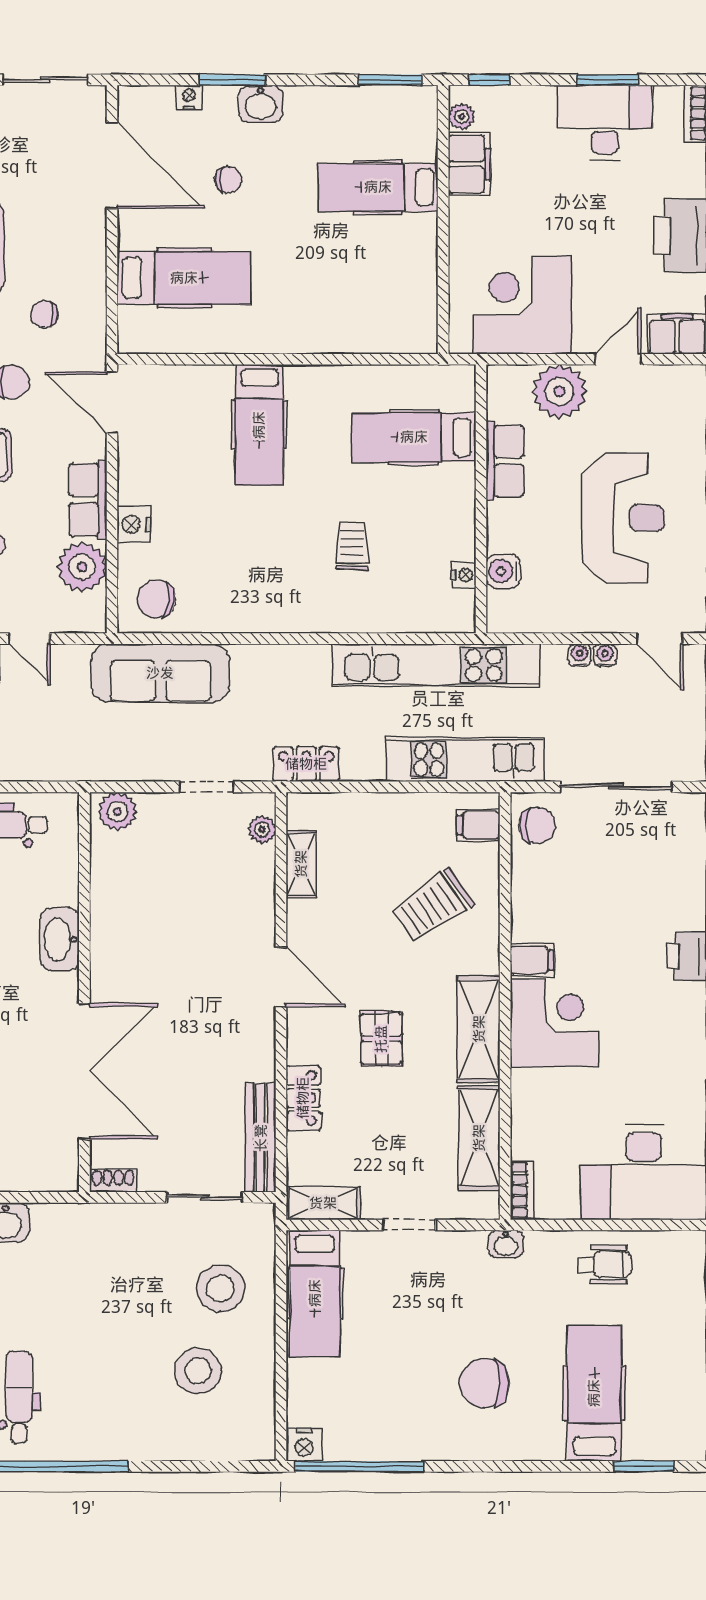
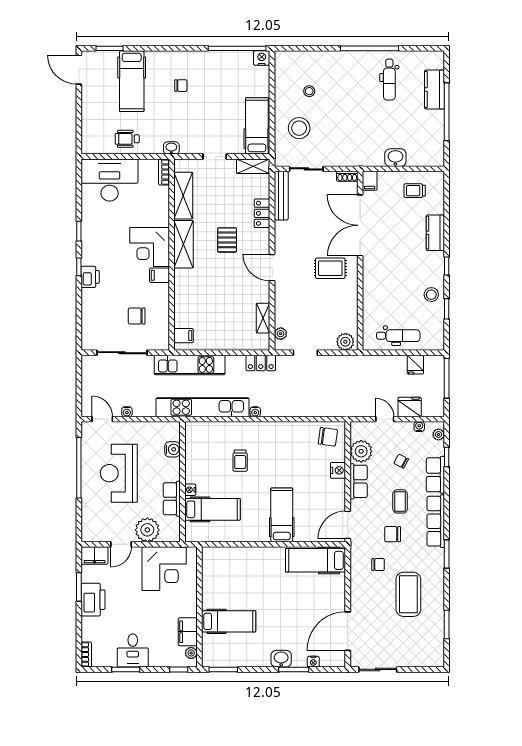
desk: (605, 122) -> (133, 650), width x0.73
door: (112, 165) -> (348, 631), hinge flipped
chair: (228, 180) -> (296, 625), removed
hospital bed: (184, 278) -> (316, 560), moved
door: (112, 403) -> (348, 525), swing flipped
nightstand: (464, 575) -> (190, 490), moved
water cooler: (580, 655) -> (255, 412), moved
sofa: (160, 673) -> (326, 404), removed
chair: (537, 826) -> (137, 316), moved
trolley: (433, 906) -> (204, 300), removed
washbasin: (60, 939) -> (371, 284), removed
rug: (151, 976) -> (330, 268), added
filing cabinet: (63, 1171) -> (370, 181), added
stool: (198, 1371) -> (309, 91), width x0.53, depth x0.53
chair: (484, 1383) -> (181, 86), width x0.54, depth x0.54

